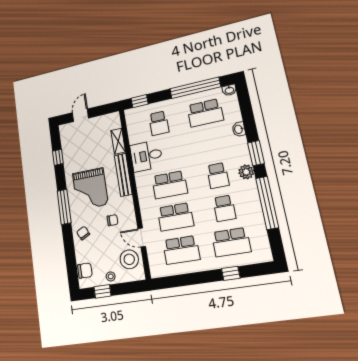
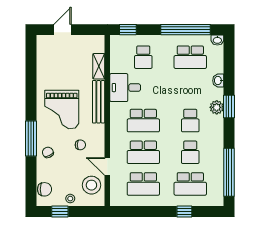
window: (58, 157) -> (31, 69), removed
plant: (246, 172) -> (217, 107), moved
window: (267, 203) -> (229, 172), moved
window: (64, 207) -> (31, 138), moved

